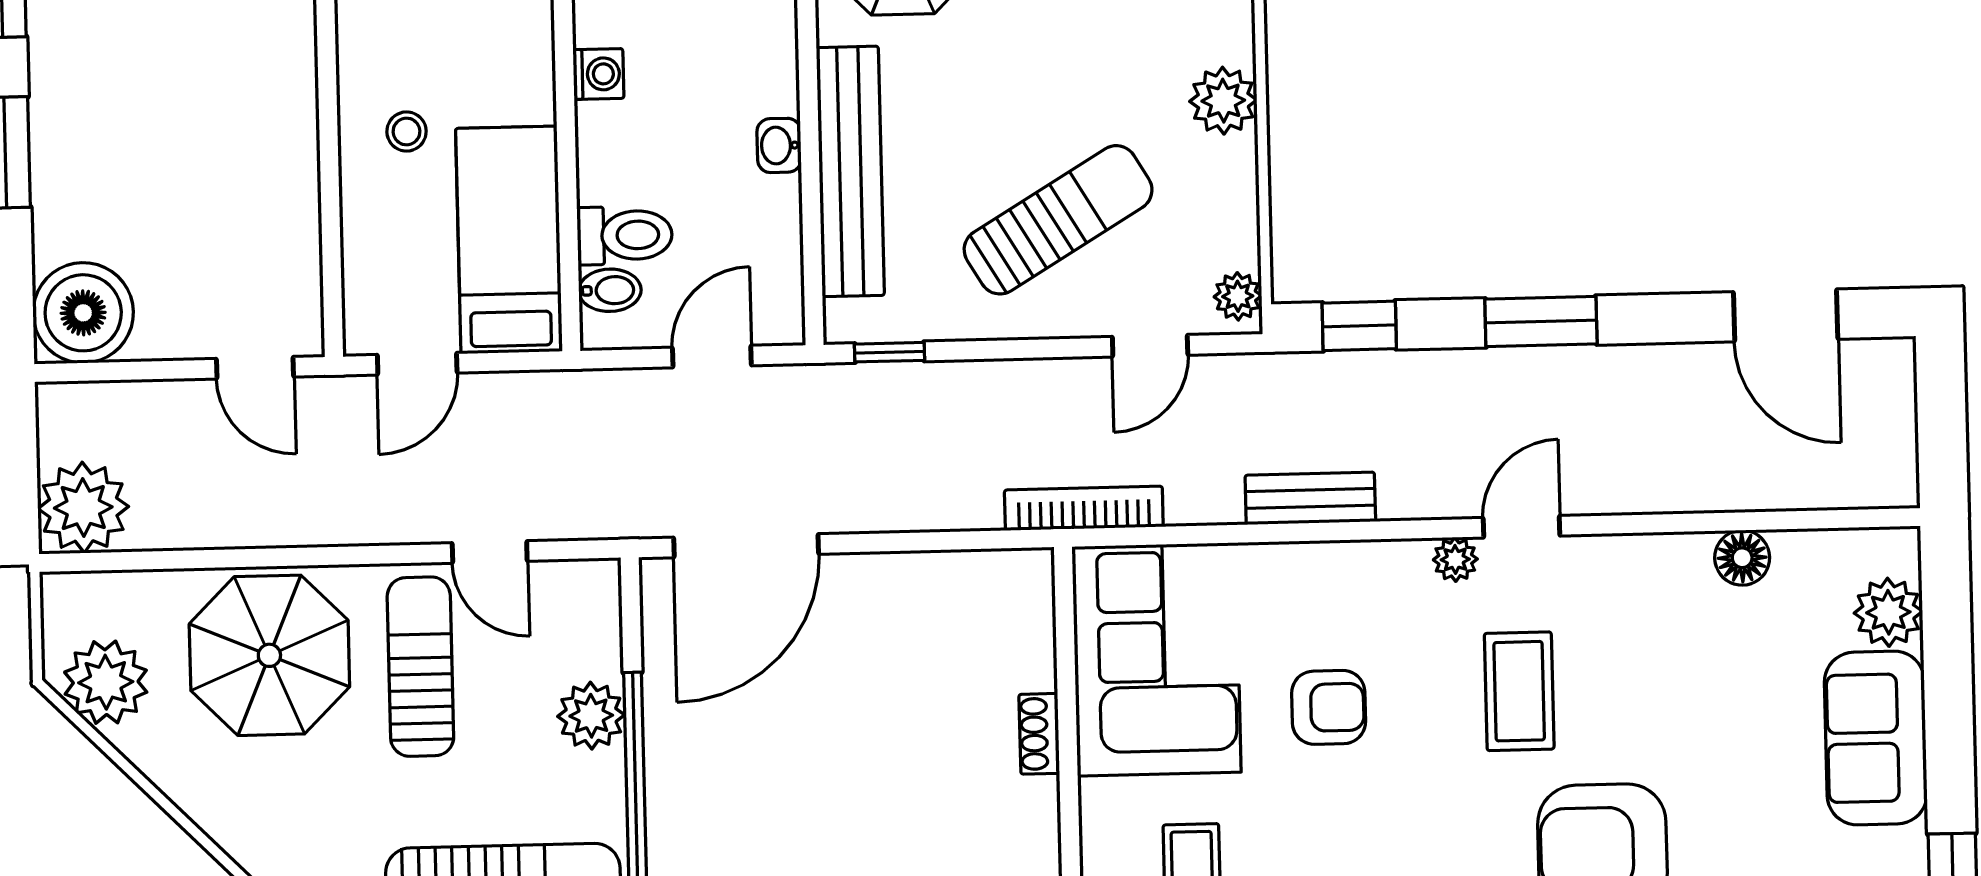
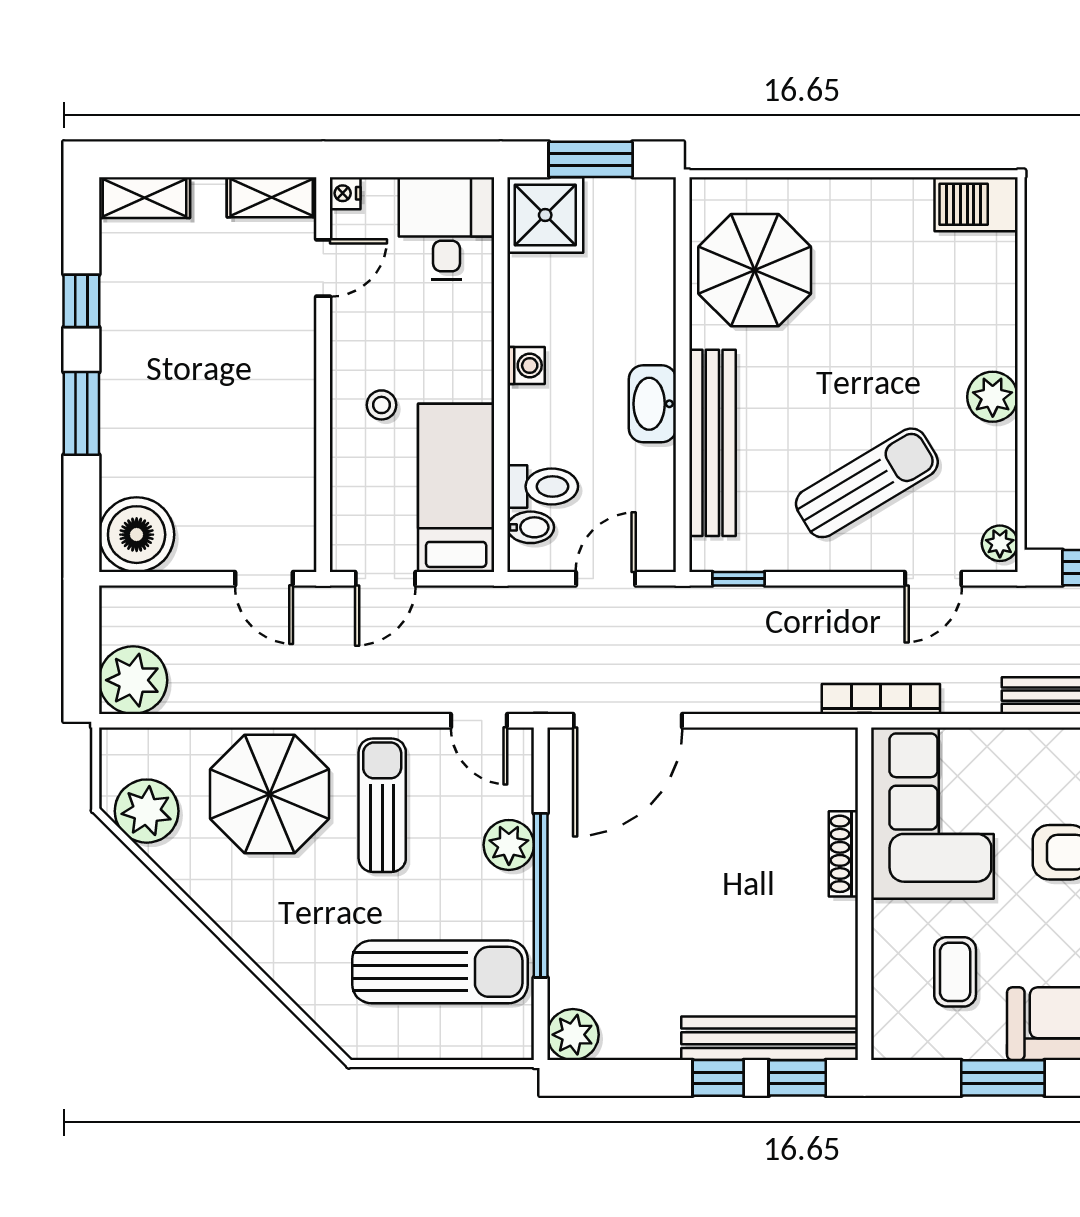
washbasin: (779, 145) -> (652, 404), width x1.91, depth x1.45
door: (490, 552) -> (479, 721), moved
shoe rack: (1039, 734) -> (843, 854), width x1.43

